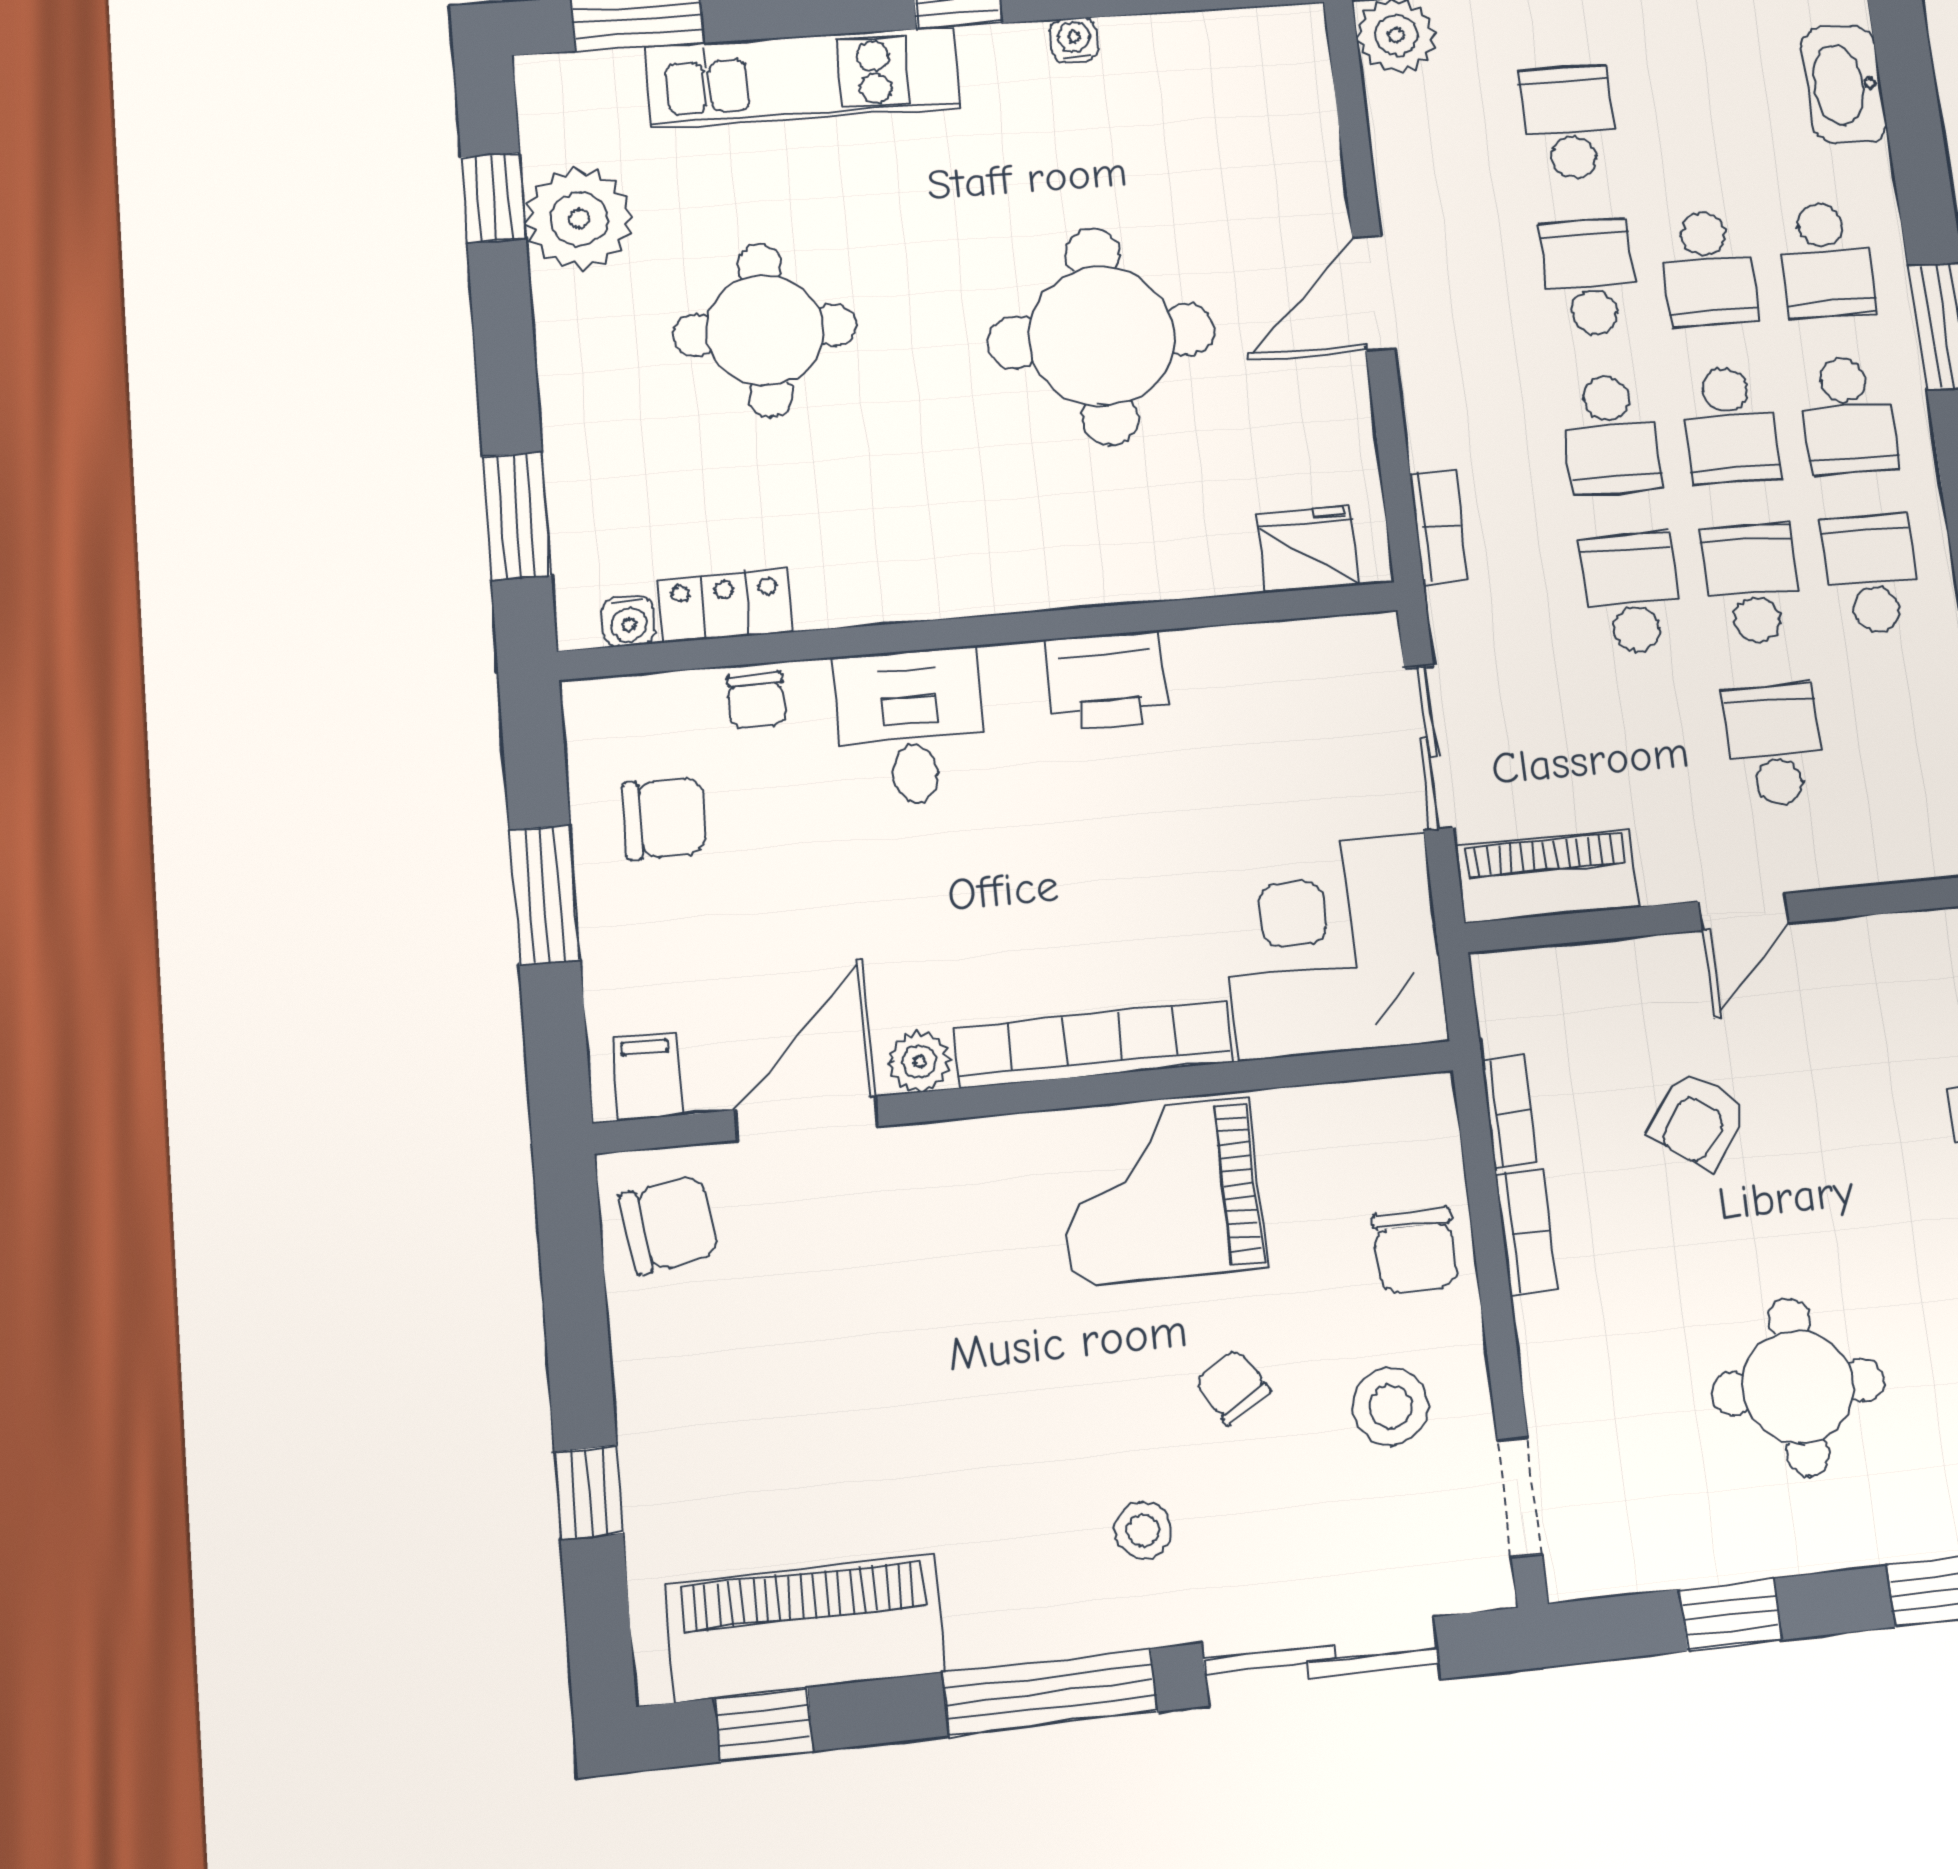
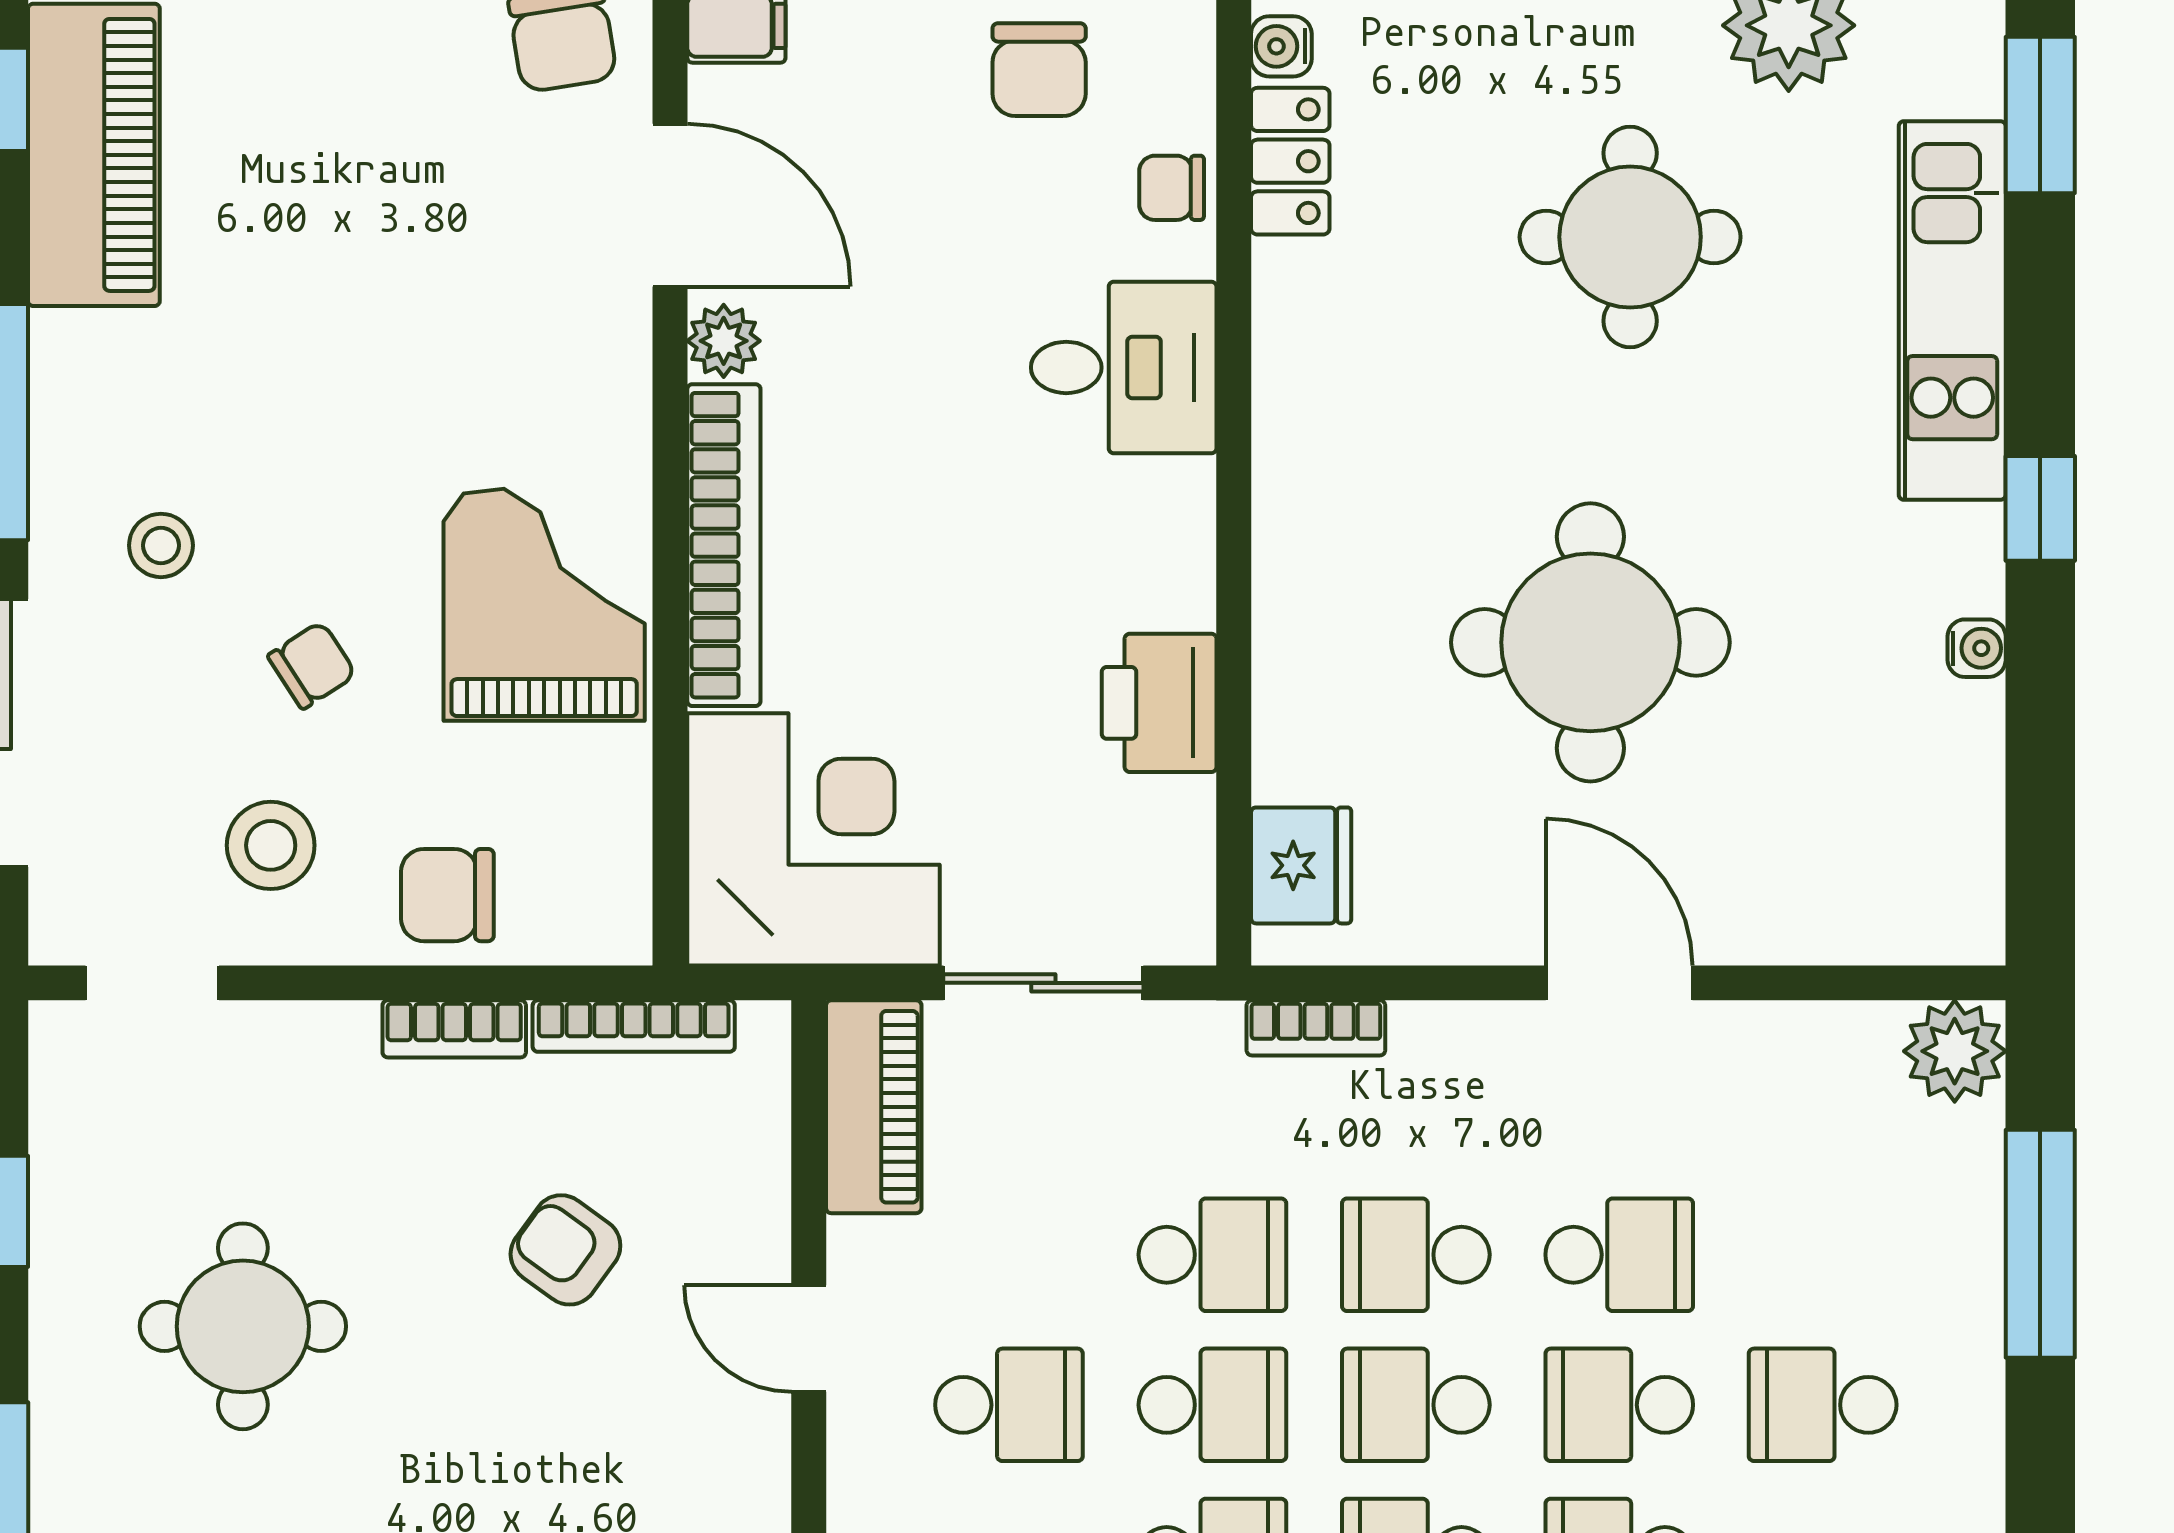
school desk: (1569, 123) -> (1823, 1405), moved, turned 180
printer: (1107, 681) -> (1159, 703), moved
bookcase: (1509, 1112) -> (634, 1026), width x1.56

